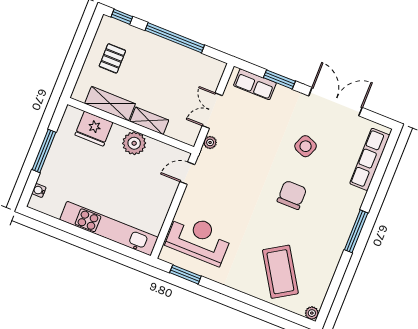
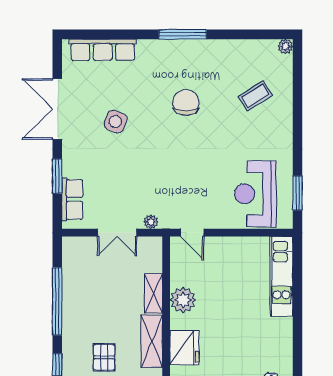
pallet: (112, 58) -> (104, 357), turned 90
chair: (292, 195) -> (186, 102), moved, turned 90
kitchen unit: (109, 229) -> (281, 276), width x0.73
coffee table: (280, 272) -> (256, 96), width x0.54, depth x0.58

